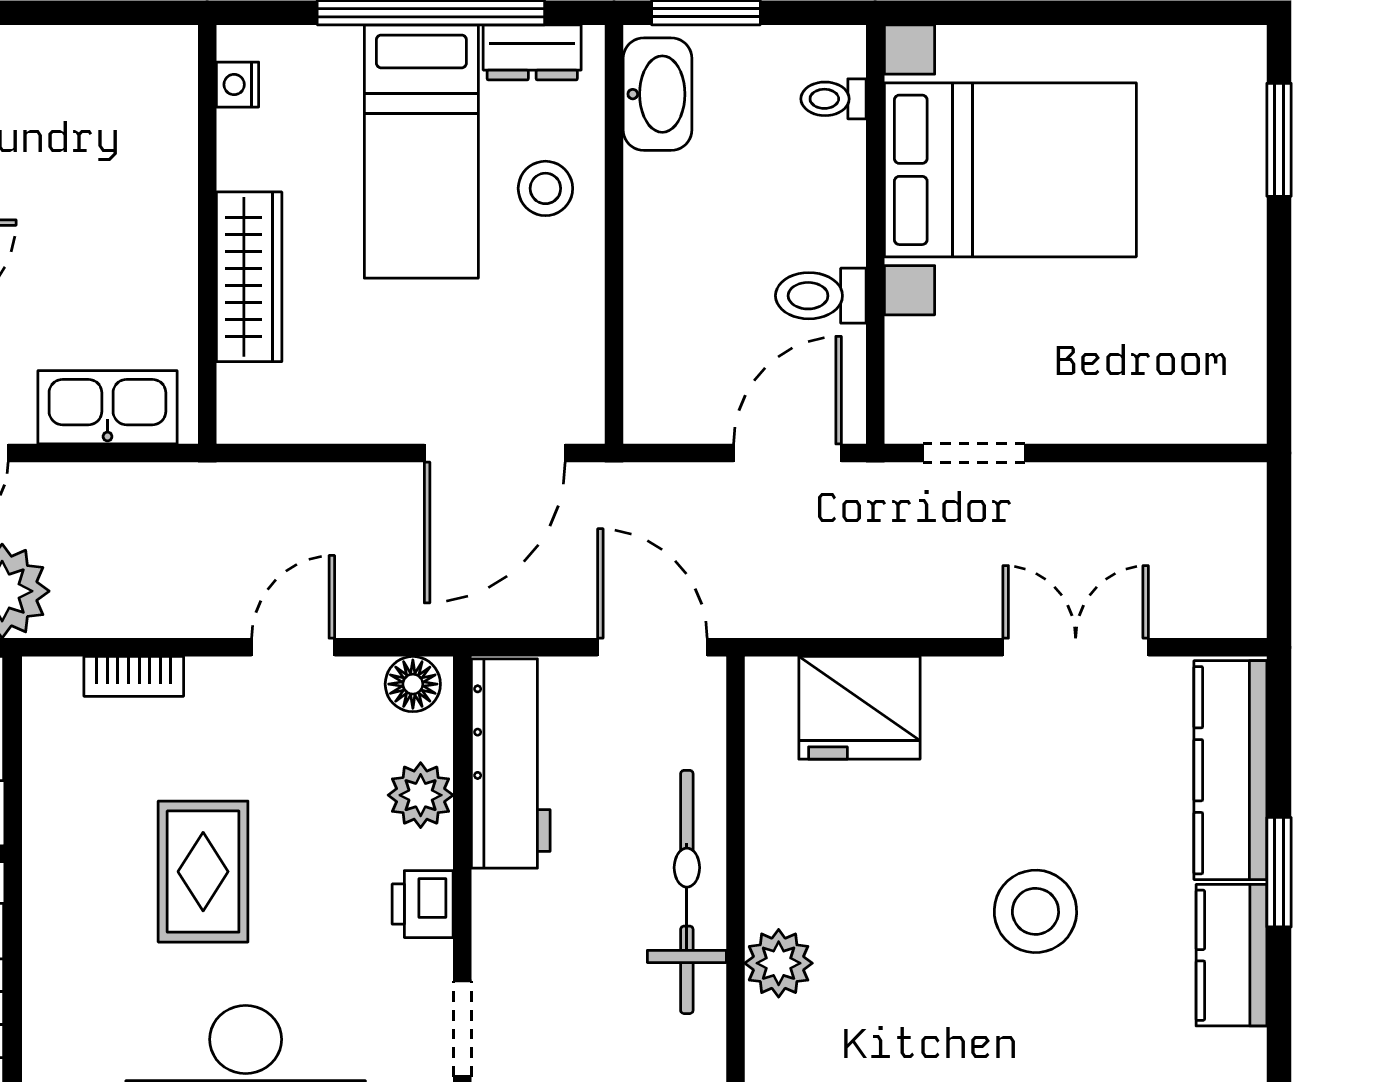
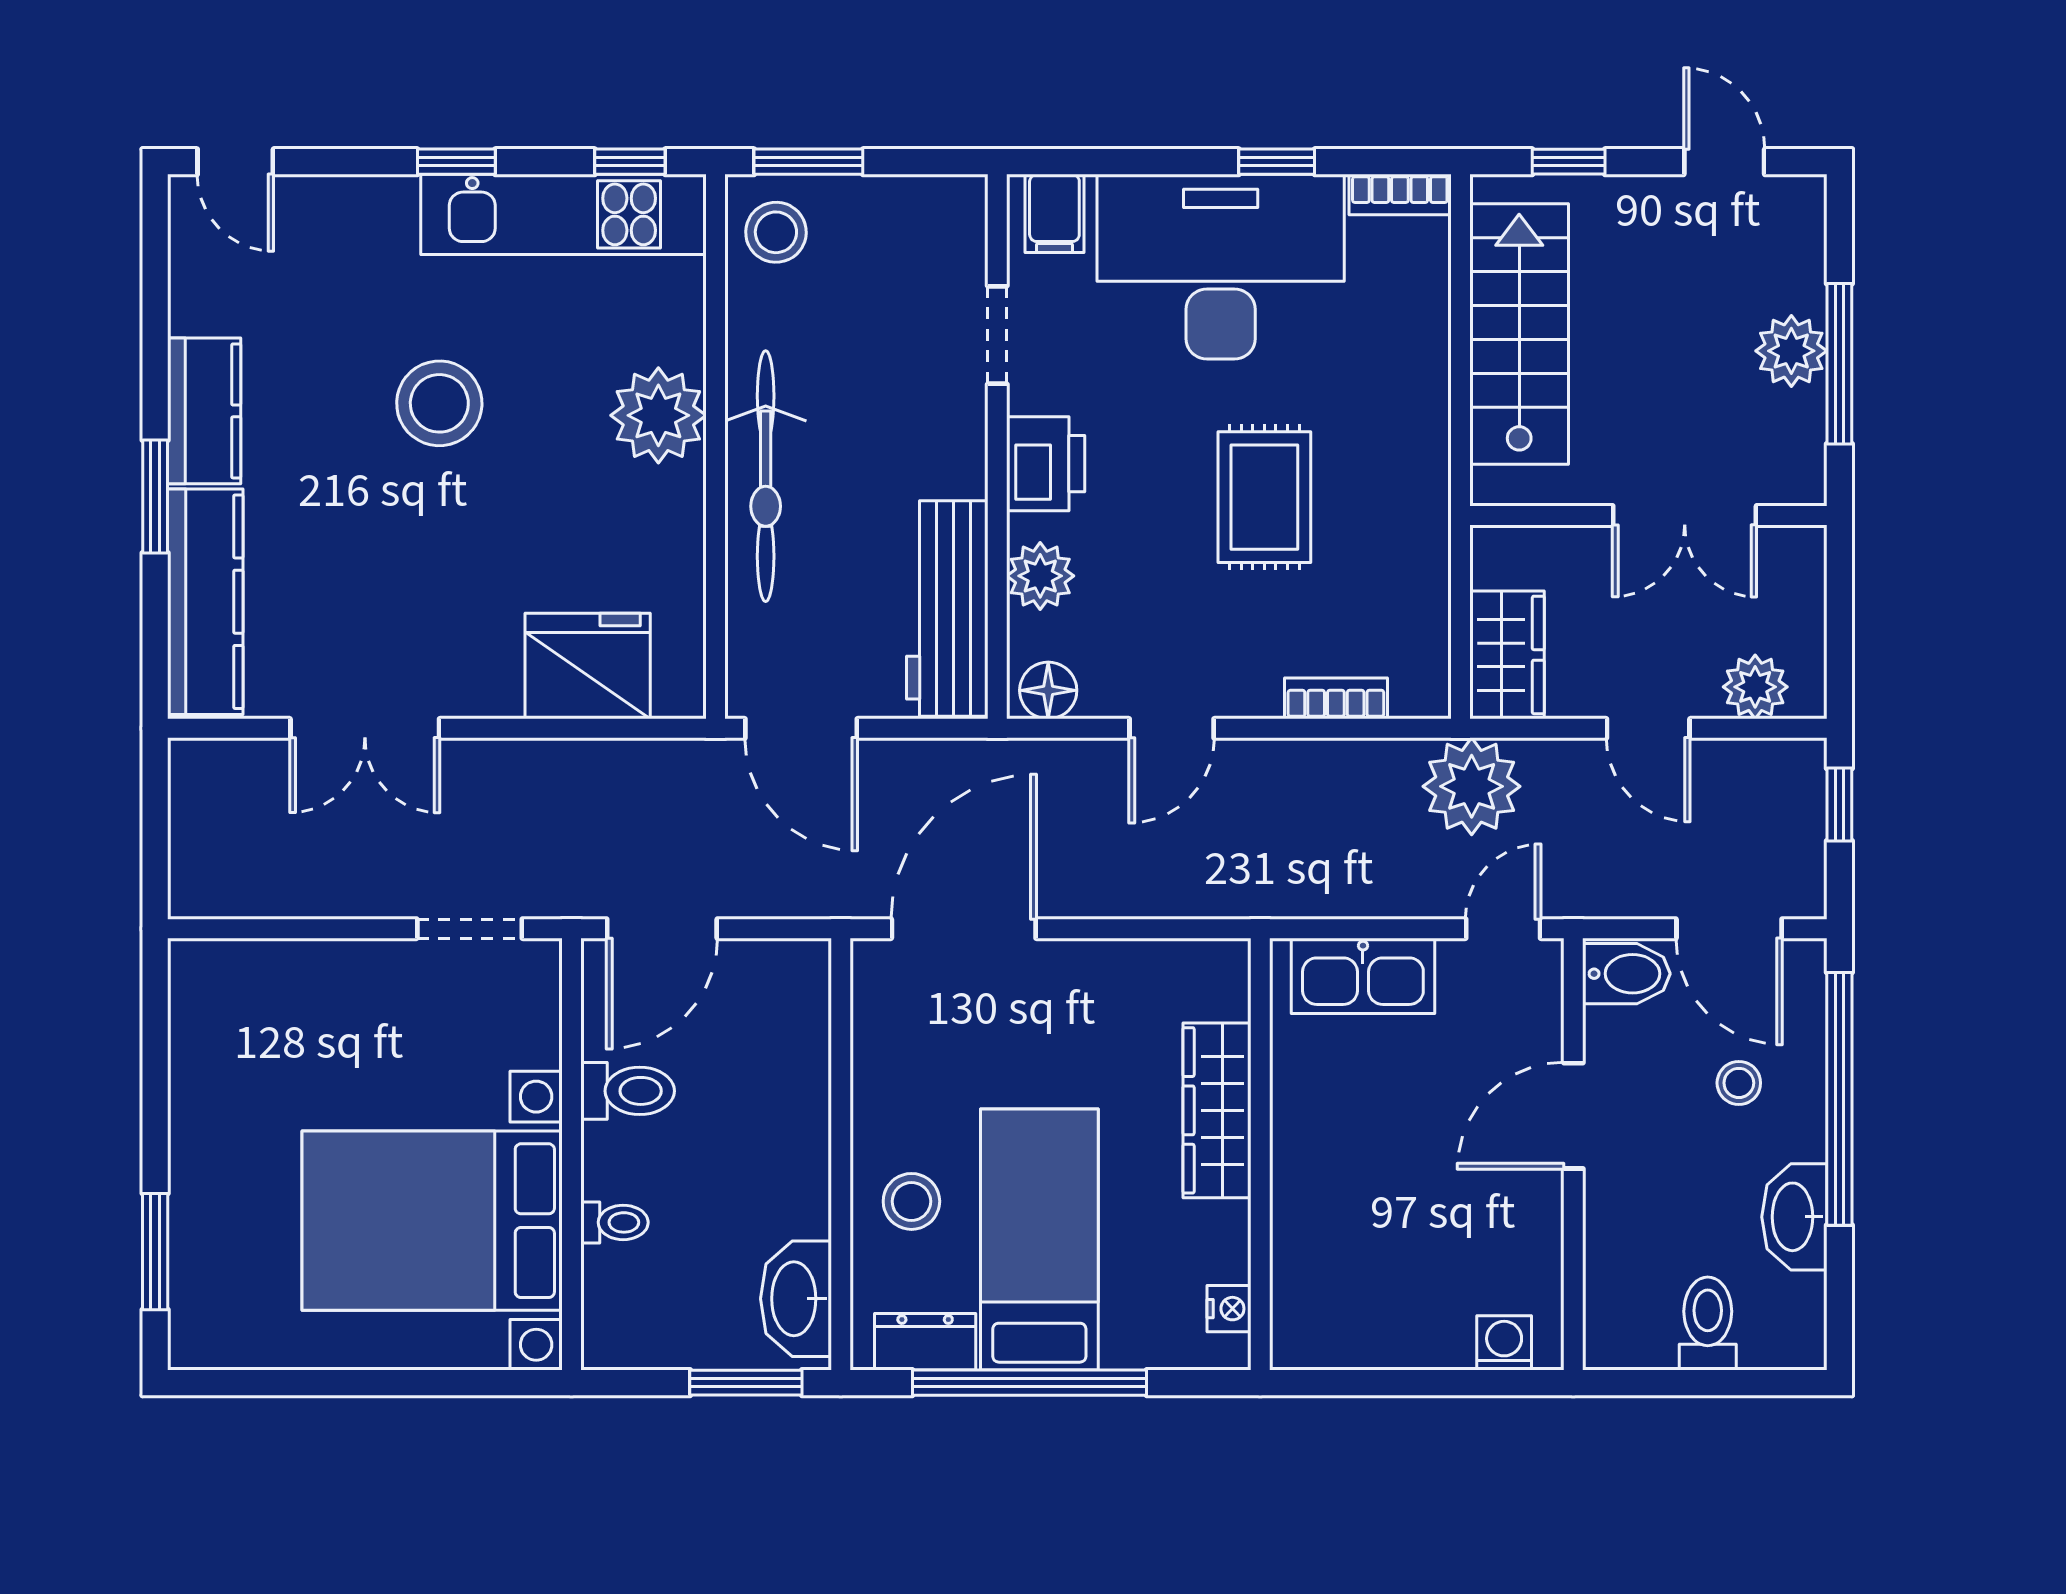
toilet: (833, 99) -> (614, 1222), moved
printer: (423, 904) -> (1046, 464), width x1.36, depth x1.24
stool: (1035, 911) -> (439, 403), moved
plant: (779, 963) -> (658, 415), width x1.36, depth x1.36

